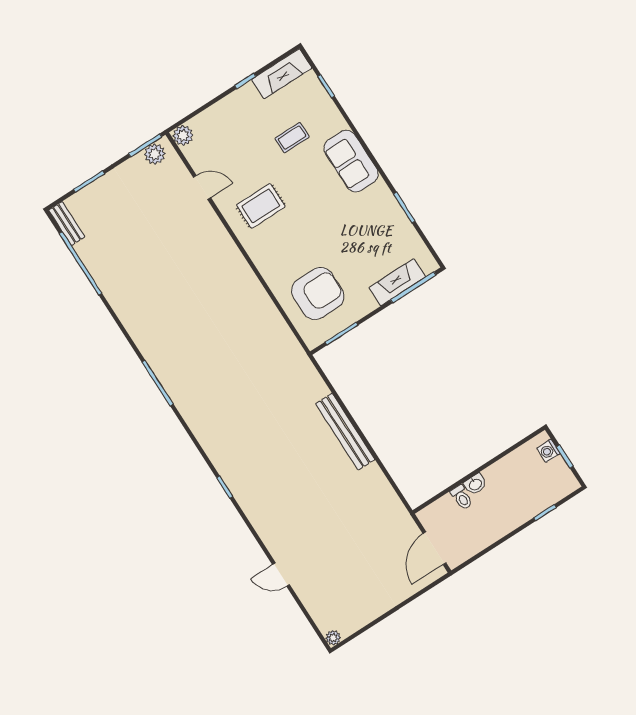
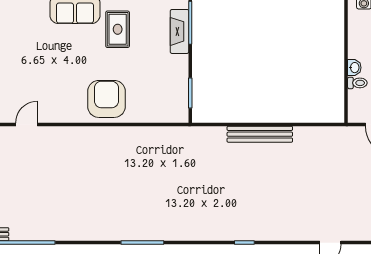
coffee table: (292, 138) -> (32, 40), removed
rug: (261, 206) -> (118, 29), moved
armchair: (318, 293) -> (106, 99), moved

